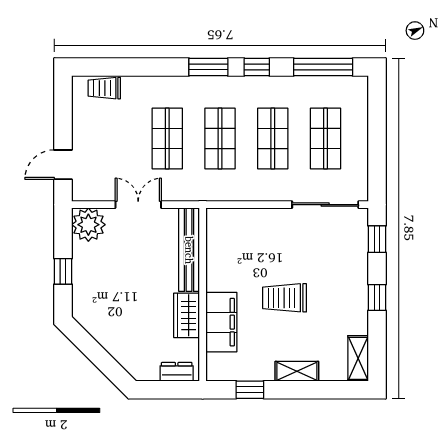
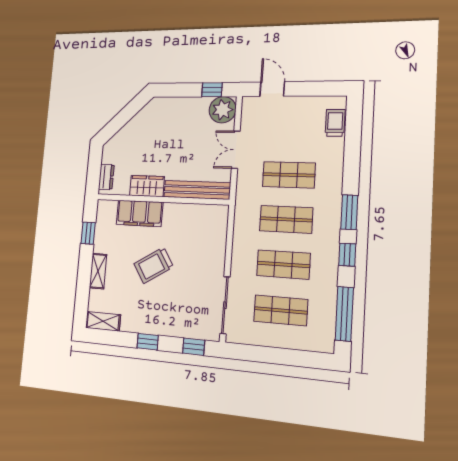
double door: (138, 205) -> (236, 150), swing flipped
window: (63, 271) -> (212, 90), moved
trolley: (285, 298) -> (154, 265), turned -122

